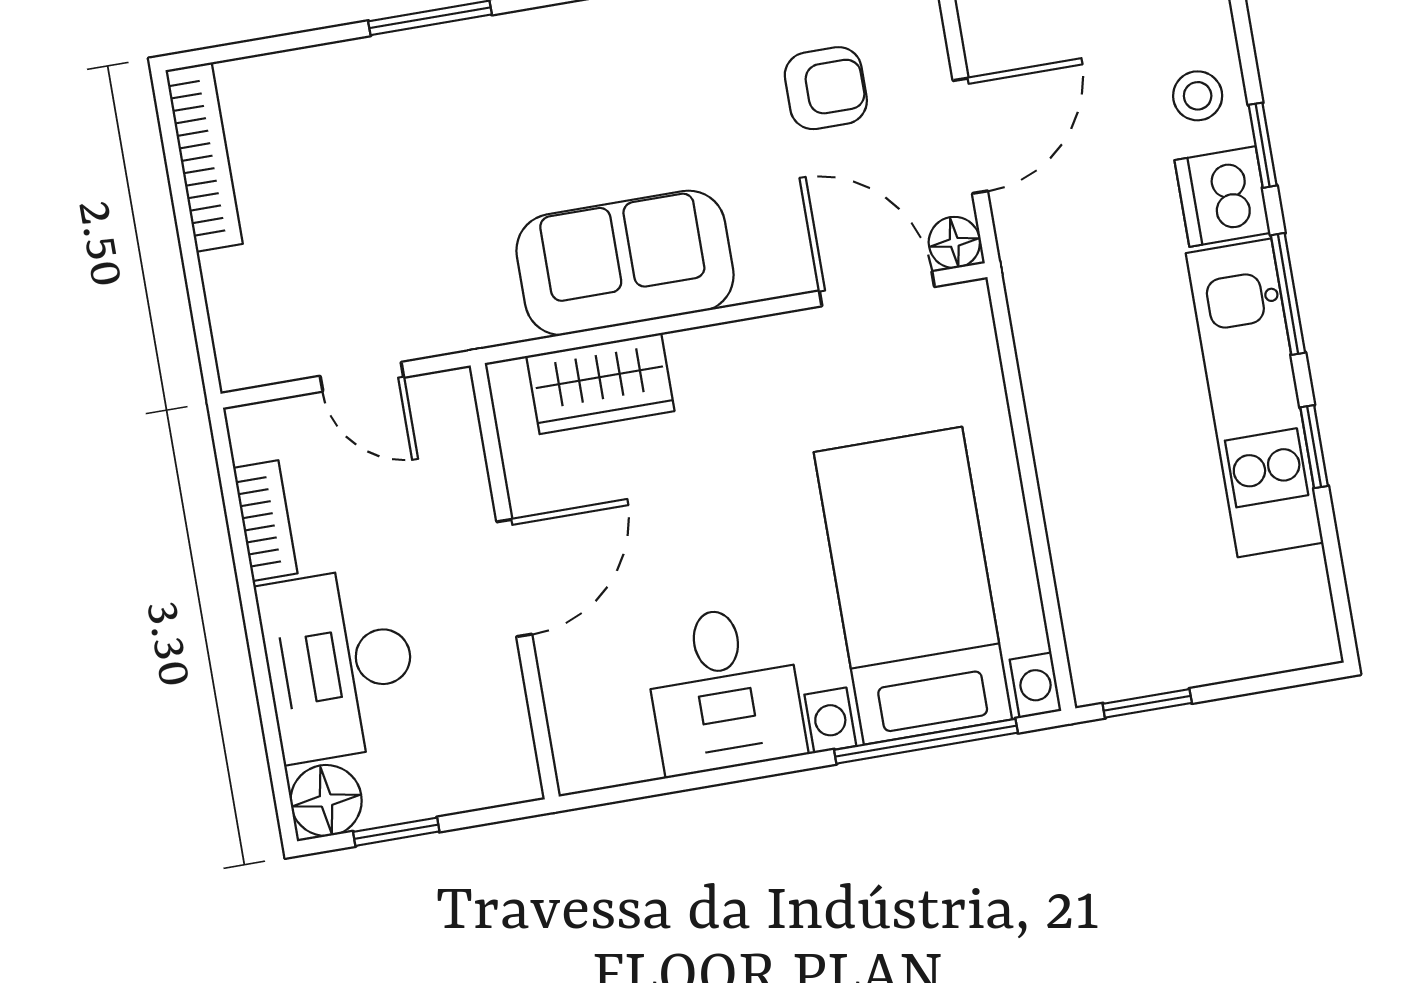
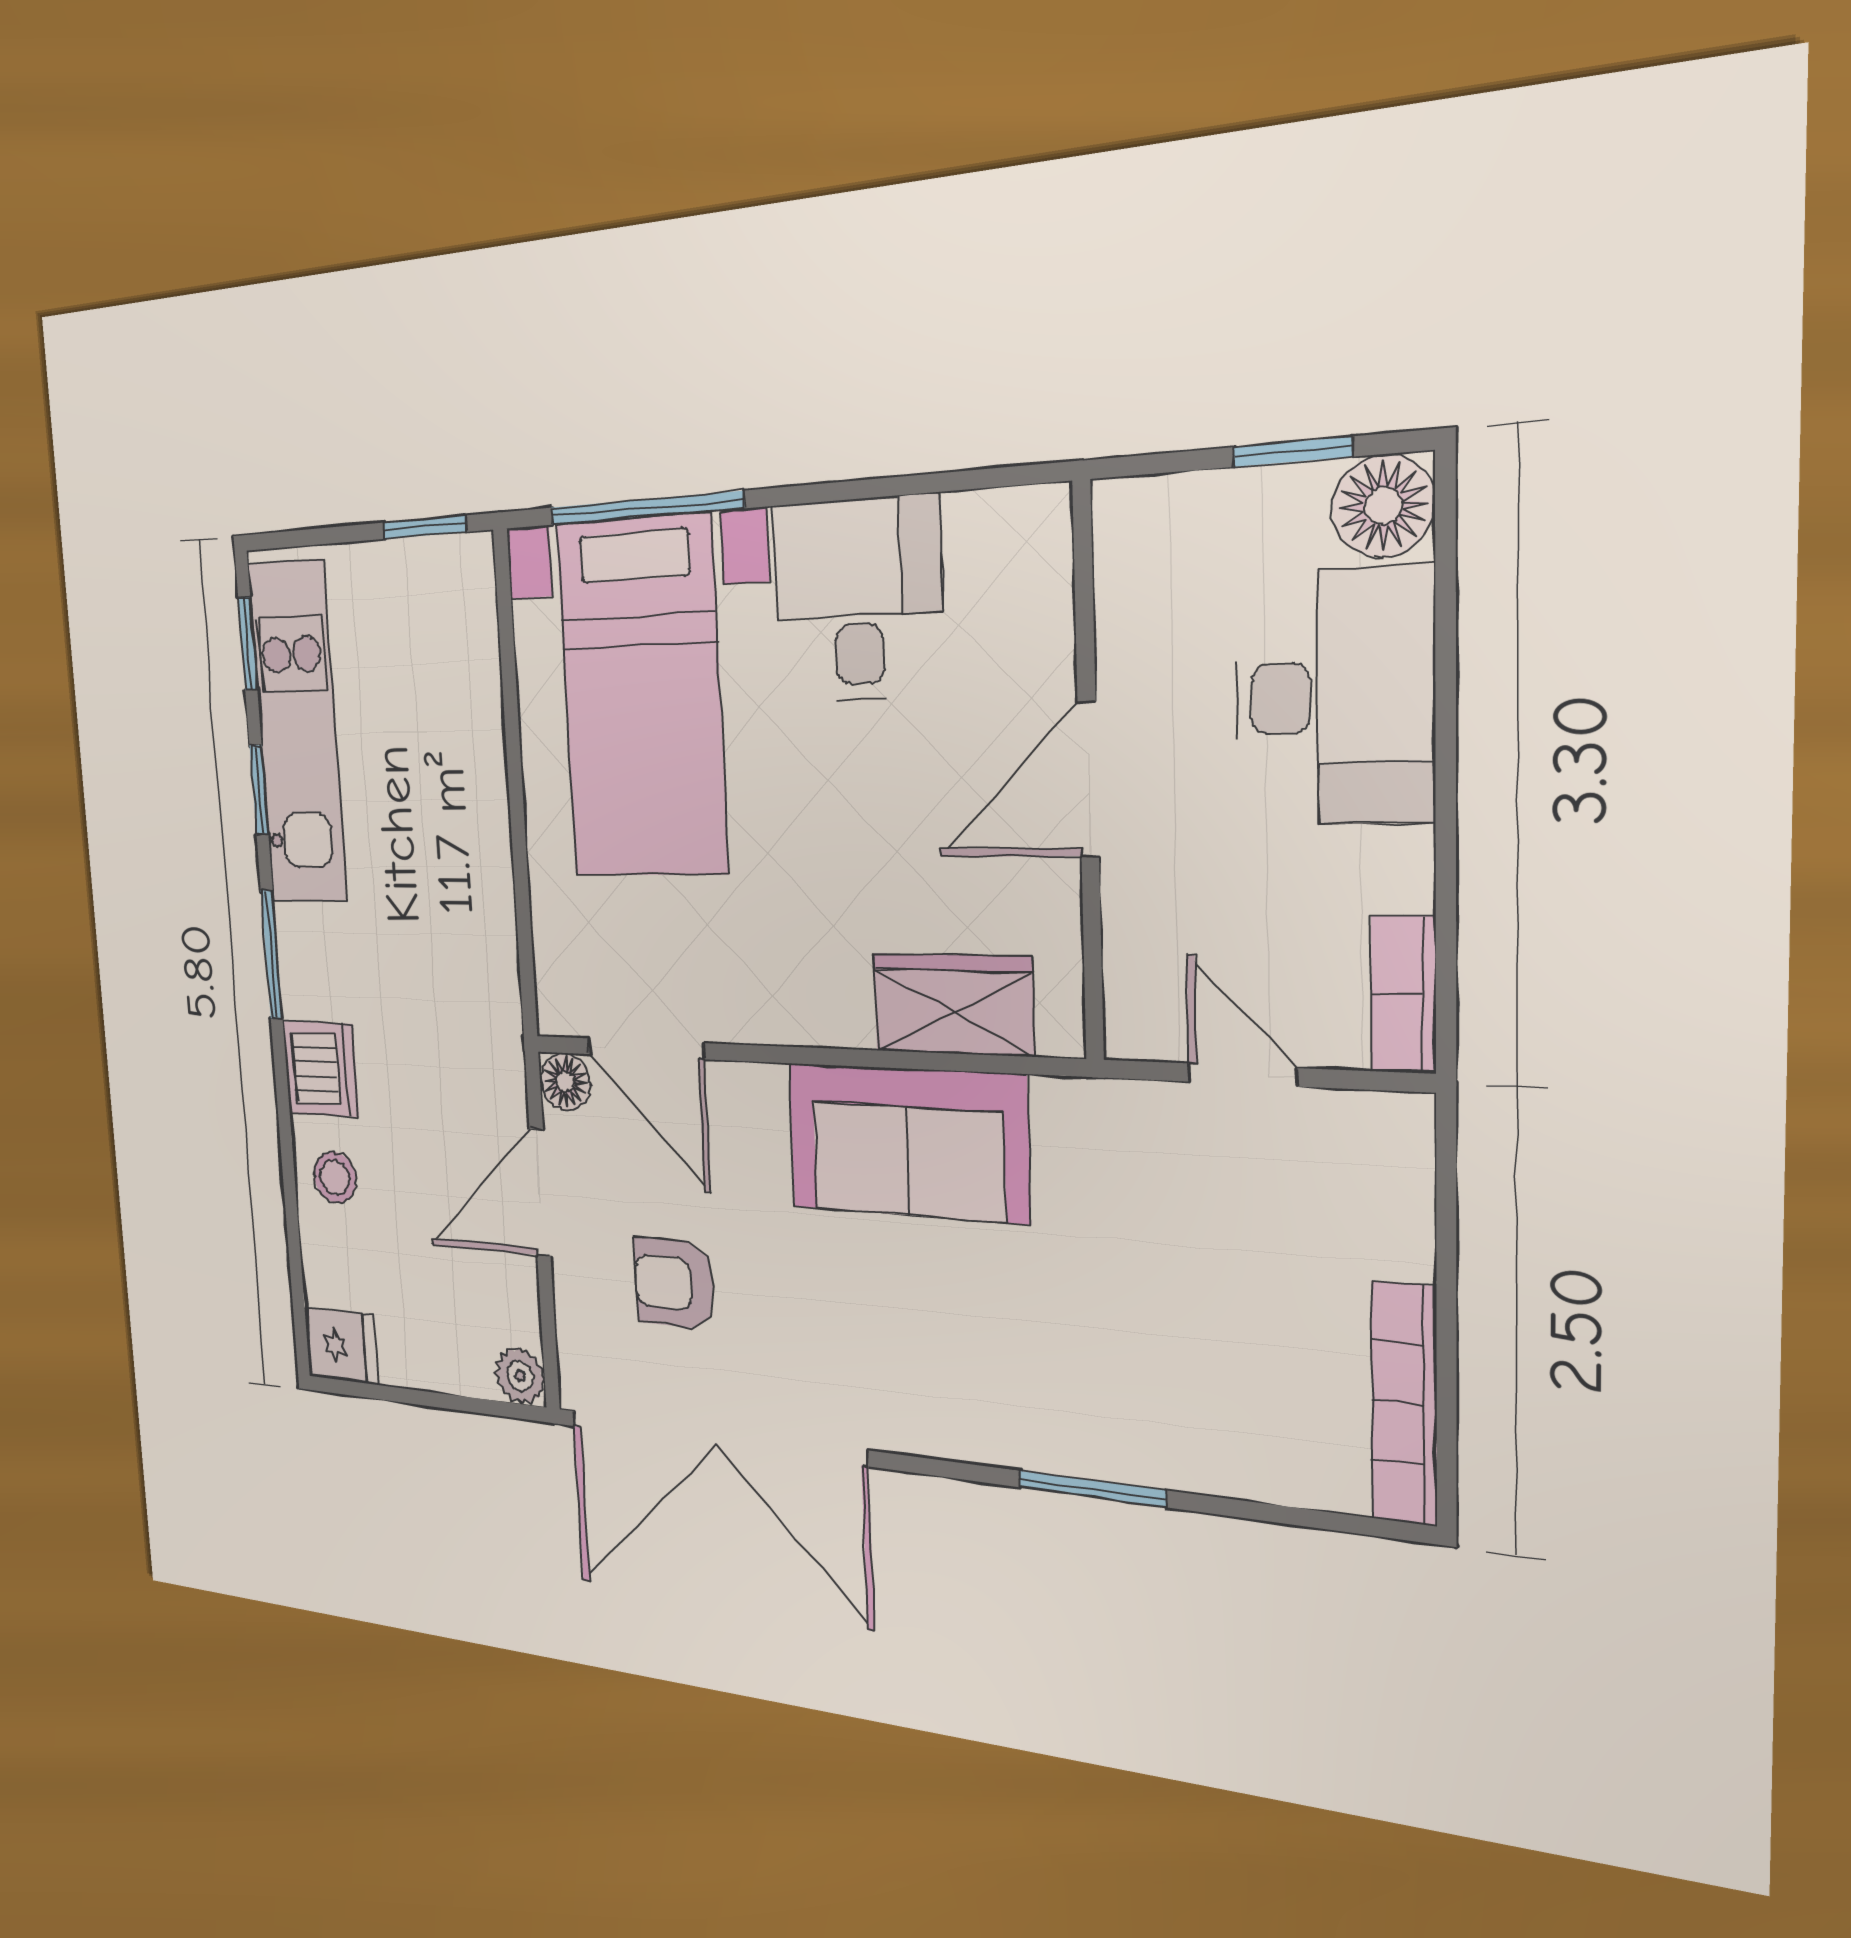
window: (1263, 145) -> (248, 644), moved
kitchen unit: (1255, 398) -> (298, 733), moved
bookcase: (265, 521) -> (1404, 994), moved

